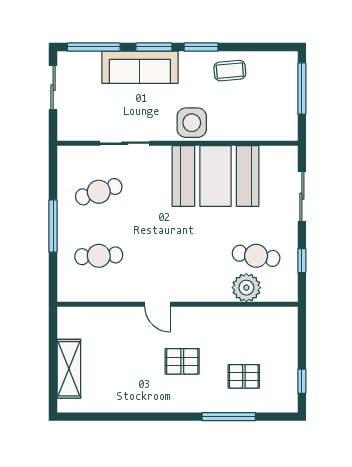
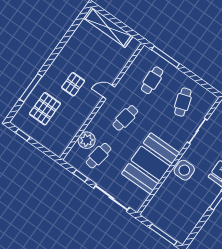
coffee table: (230, 71) -> (196, 206), removed
sliding door: (302, 196) -> (112, 198), width x1.37
window: (53, 226) -> (166, 57), moved
cafe table: (177, 256) -> (125, 118), added
shelving: (69, 369) -> (108, 27), width x1.47
pallet: (244, 376) -> (45, 109), width x1.50, depth x1.42

